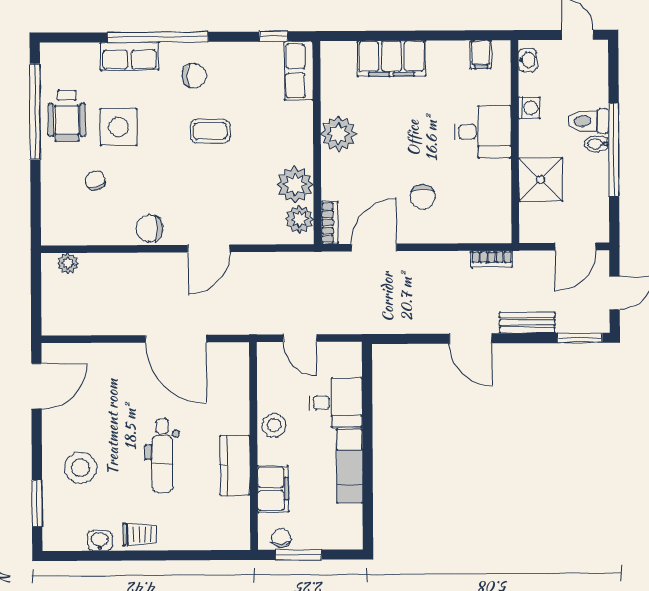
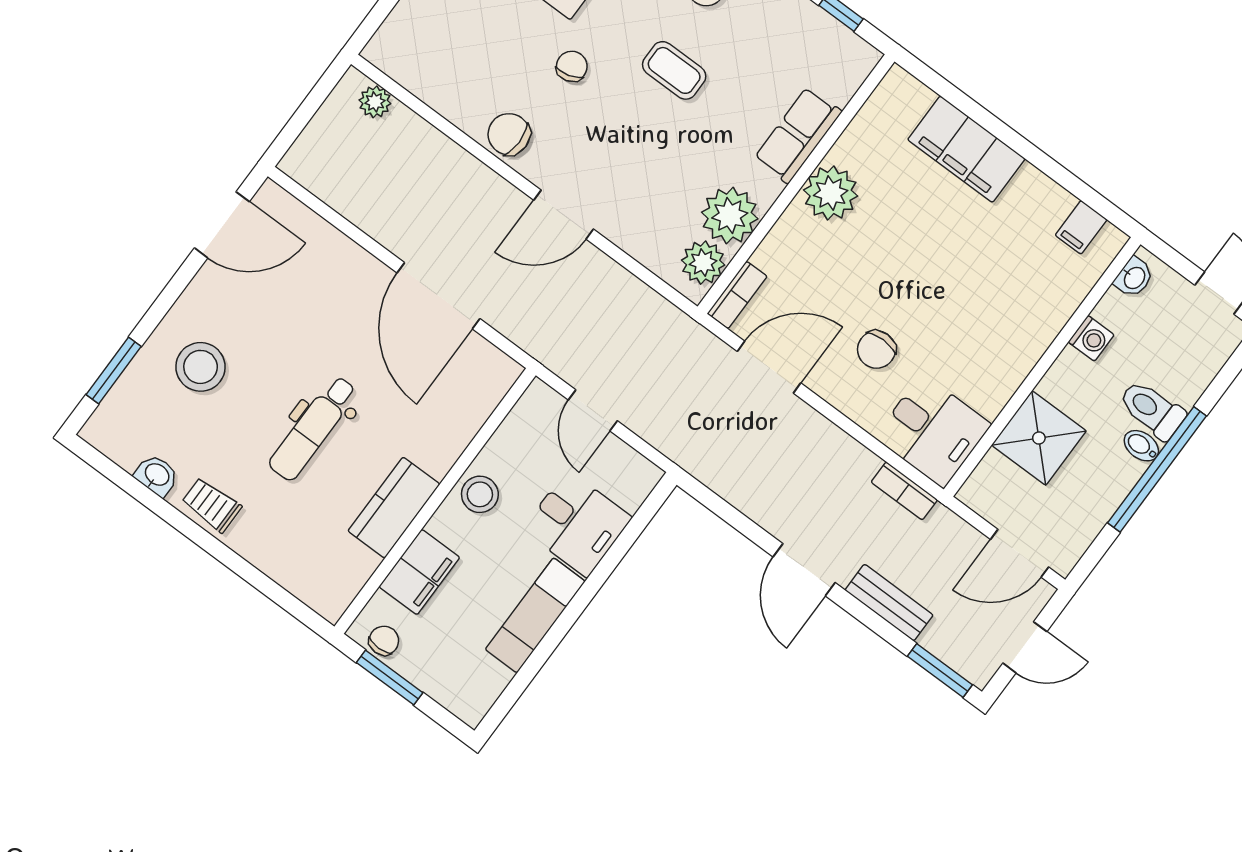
row of seats: (299, 71) -> (798, 135), moved
desk: (483, 132) -> (933, 431), moved
chair: (95, 181) -> (572, 66), moved
trolley: (140, 535) -> (212, 505), turned 180

